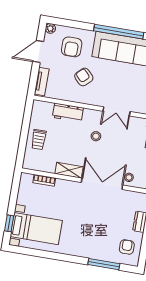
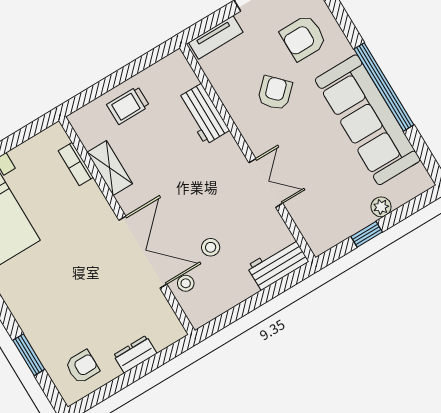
double door: (116, 111) -> (266, 183), swing flipped
stool: (96, 136) -> (211, 247), moved
shelving: (69, 170) -> (110, 168), moved
window: (104, 264) -> (29, 355), width x0.69

